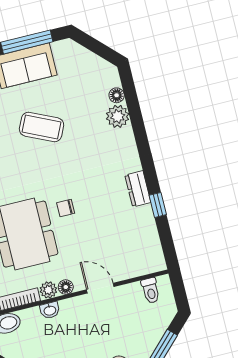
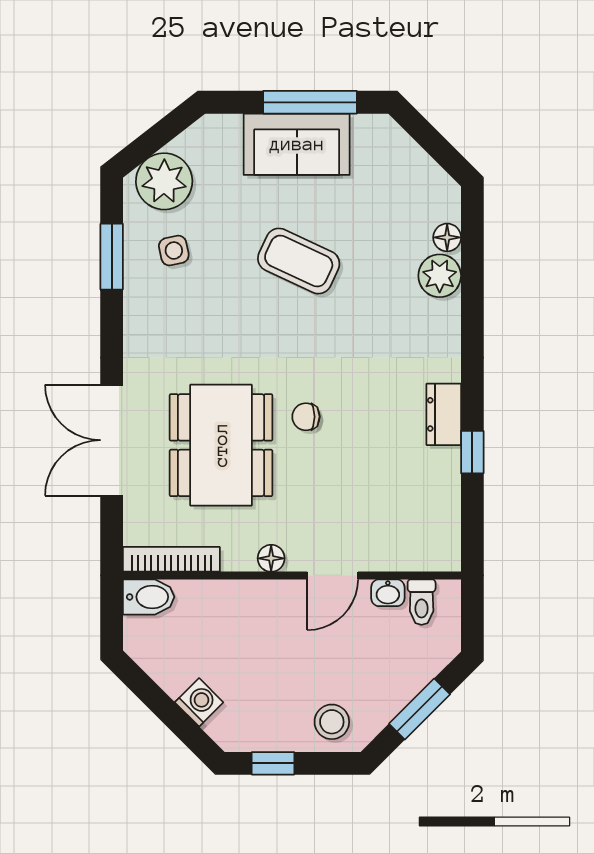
door: (100, 288) -> (333, 575), swing flipped
plant: (48, 290) -> (239, 556), removed
washbasin: (50, 310) -> (388, 593), moved

